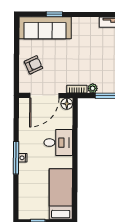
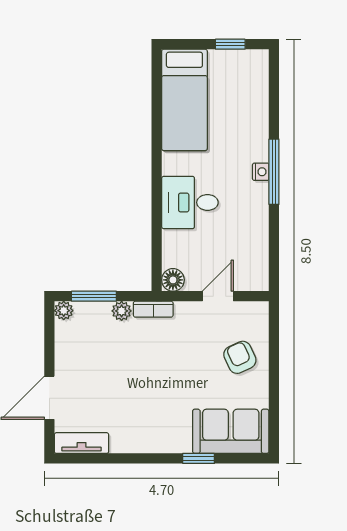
sofa: (45, 28) -> (231, 431), width x0.73
armchair: (33, 65) -> (240, 357), turned 90
door: (44, 96) -> (218, 296), width x0.53

